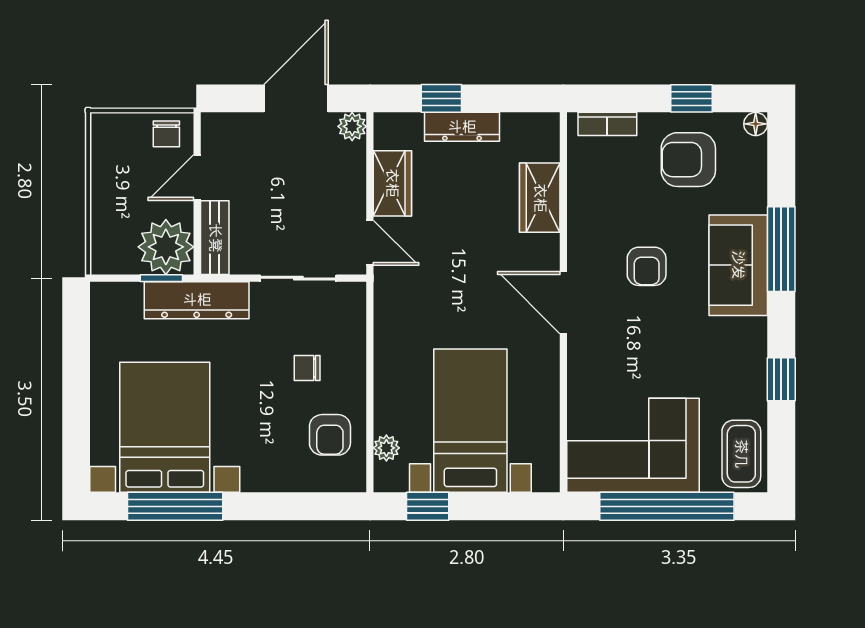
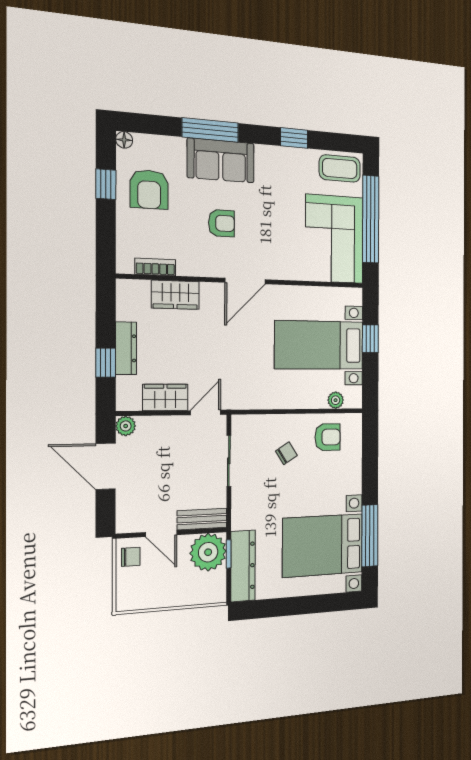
bookcase: (607, 124) -> (155, 267), moved, turned -90
dresser: (197, 300) -> (243, 566), moved
chair: (307, 368) -> (286, 453), turned -122
window: (428, 506) -> (370, 339), moved

